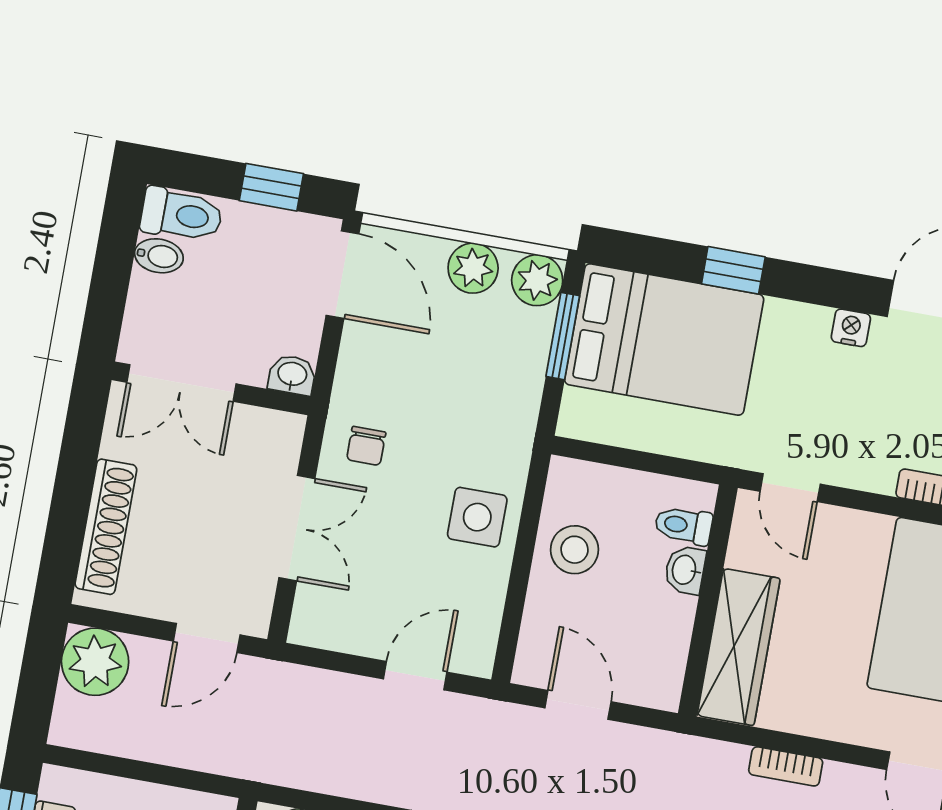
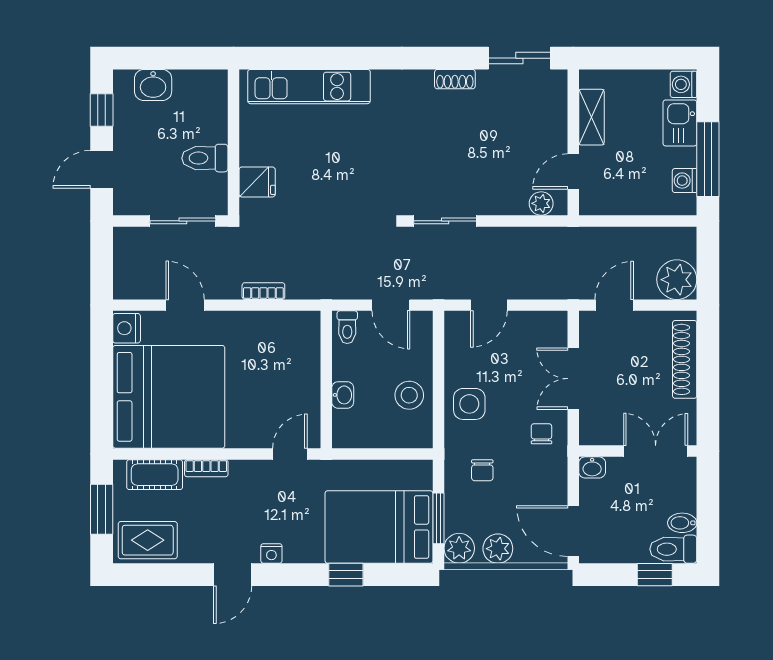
window: (271, 187) -> (655, 575), moved
chair: (476, 403) -> (482, 470), added
door: (790, 488) -> (290, 454), hinge flipped
toilet: (684, 525) -> (347, 327), moved, turned 90
wardrobe: (739, 647) -> (303, 356), removed

